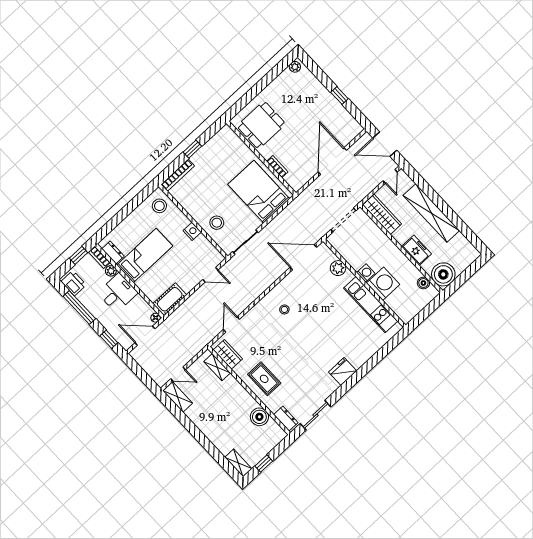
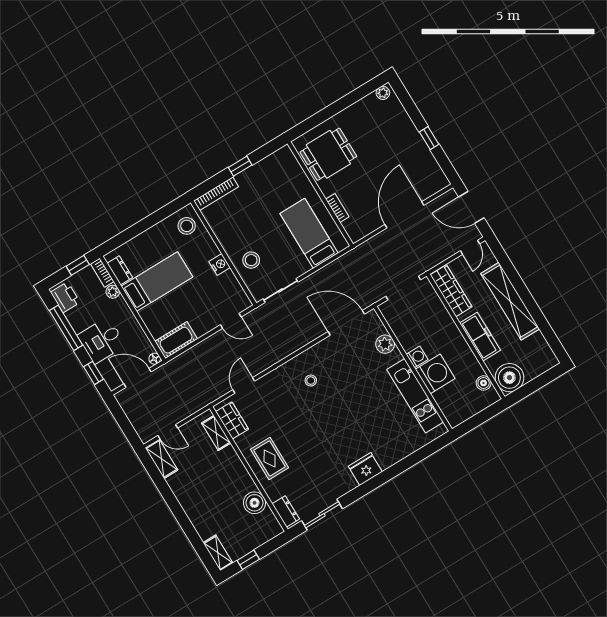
bed: (259, 192) -> (309, 233), width x0.67
freezer: (417, 250) -> (480, 337), width x1.40
desk: (118, 293) -> (101, 340), moved, turned 180

